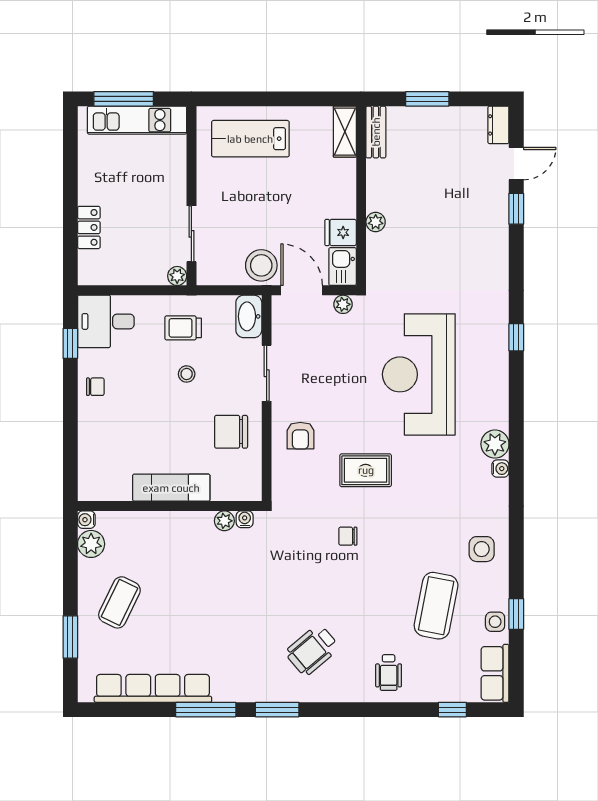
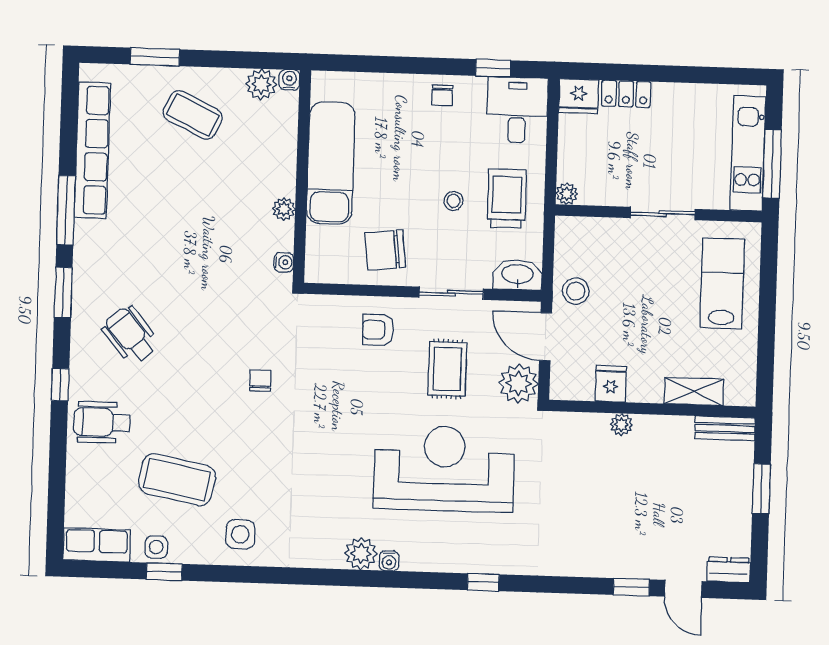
window: (124, 99) -> (772, 164), moved
shelving: (345, 132) -> (694, 391), moved
sliding door: (191, 234) -> (663, 214), moved
stool: (261, 265) -> (576, 291), width x0.73, depth x0.73
kitchen sink: (343, 267) -> (571, 385), removed
fridge: (92, 269) -> (579, 96), added
door: (302, 290) -> (545, 337), swing flipped
plant: (343, 304) -> (519, 384), width x1.87, depth x1.87
trolley: (183, 328) -> (507, 199), width x1.36, depth x1.39
chair: (231, 432) -> (385, 250), turned -96
water cooler: (500, 469) -> (389, 561), moved
rug: (366, 470) -> (447, 369), moved
exam couch: (171, 488) -> (331, 163), width x1.36, depth x1.45
plant: (224, 521) -> (284, 209), moved
wheelchair: (389, 673) -> (102, 422), width x1.36, depth x1.37
window: (452, 710) -> (60, 385), moved

